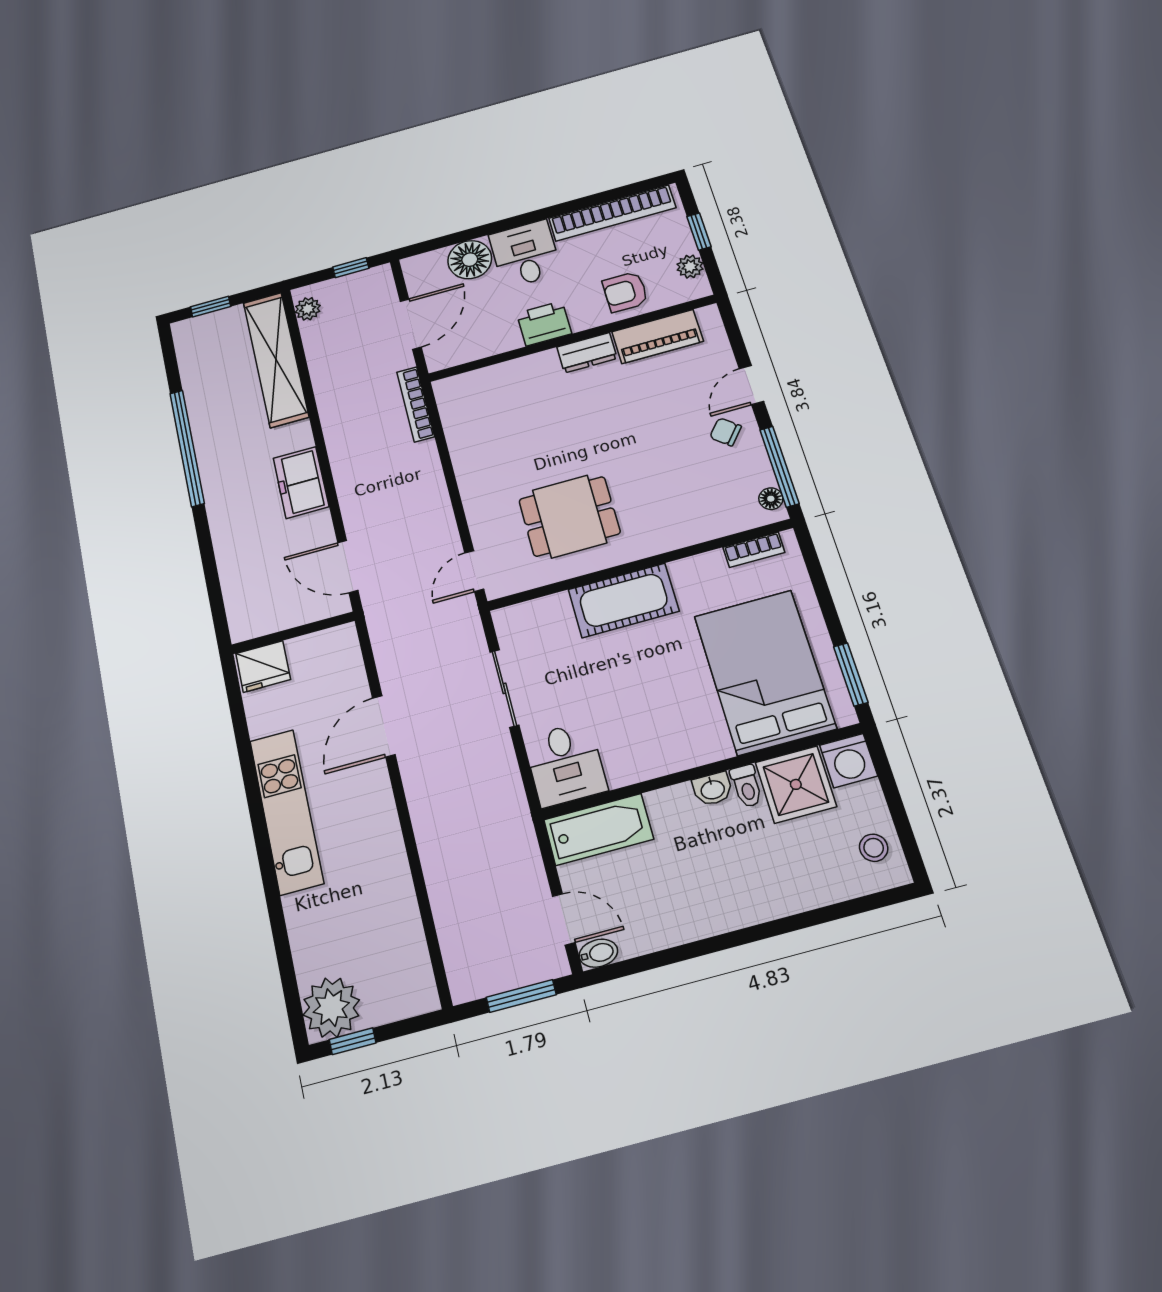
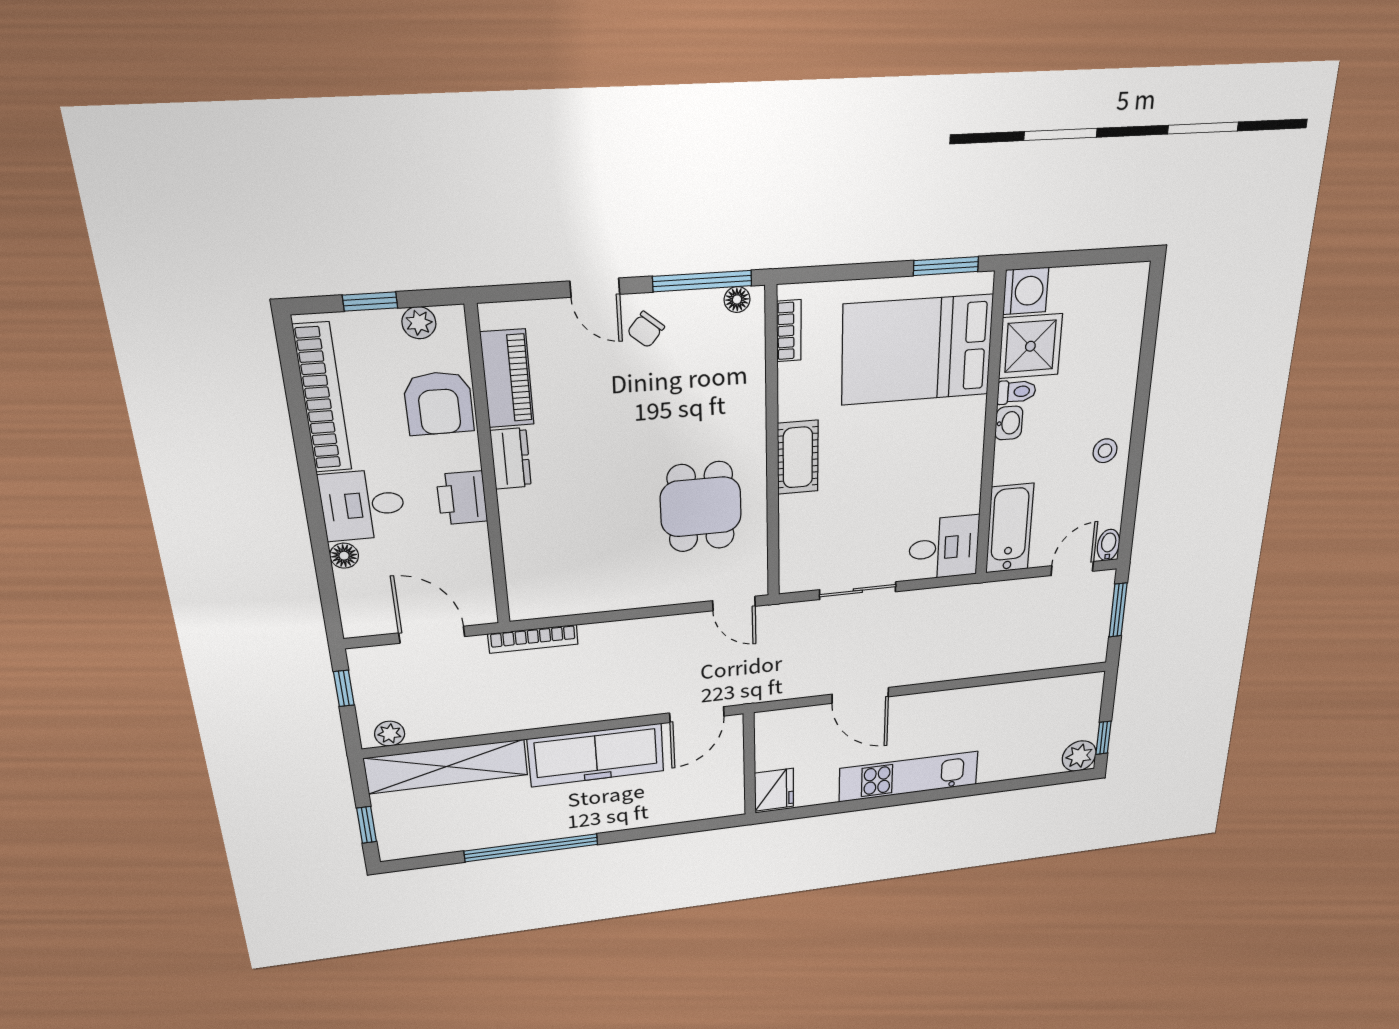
floor lamp: (470, 260) -> (344, 556), width x0.53, depth x0.53
armchair: (625, 292) -> (439, 403), width x1.38, depth x1.38
freezer: (301, 482) -> (596, 755), width x1.91, depth x1.26
cot: (624, 600) -> (798, 457), width x0.73, depth x0.75
stool: (874, 848) -> (1105, 451), moved
plant: (331, 1008) -> (1079, 756), width x0.73, depth x0.73

